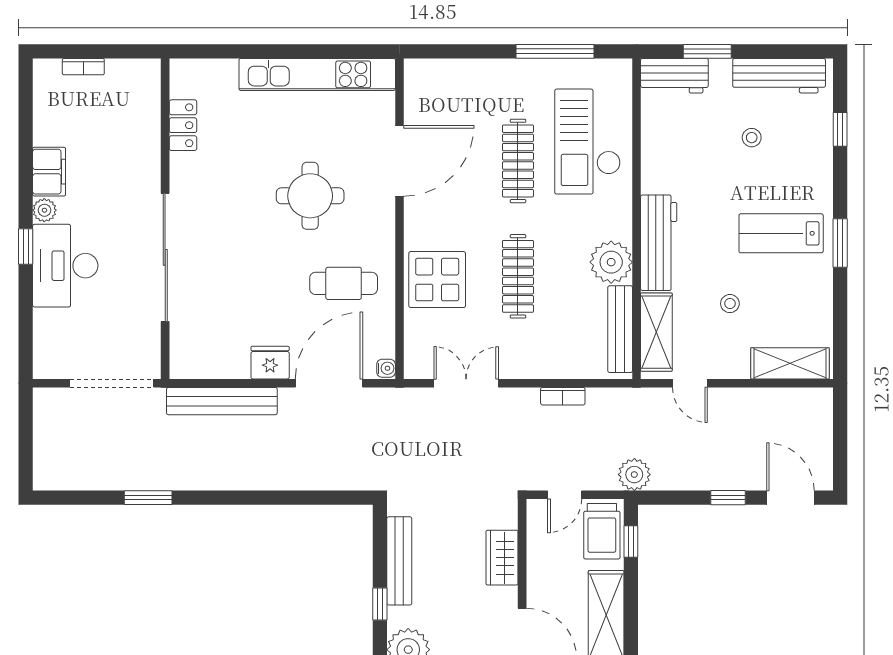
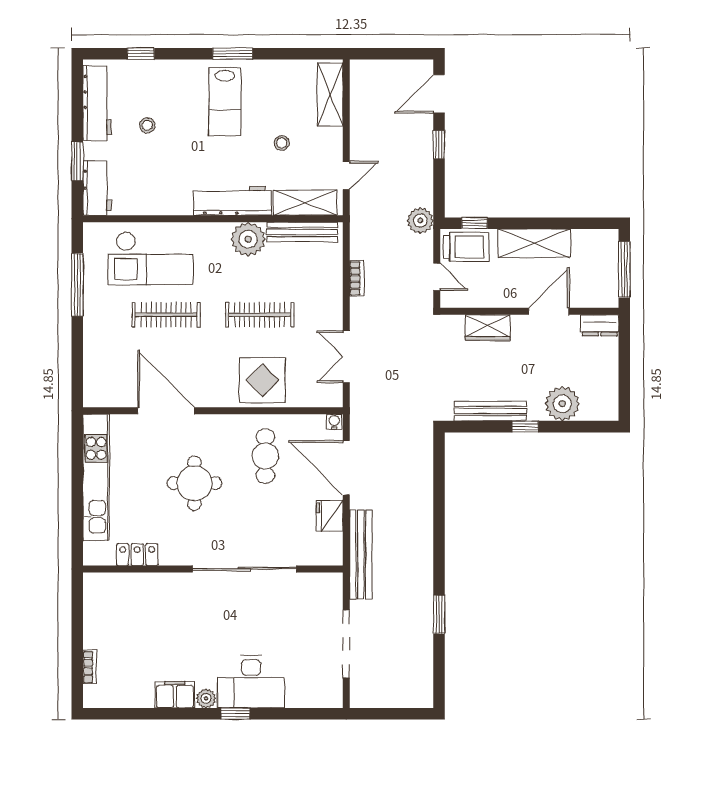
locker: (183, 125) -> (137, 555), moved
wall: (165, 219) -> (213, 569), moved
sliding door: (165, 257) -> (244, 569), moved

